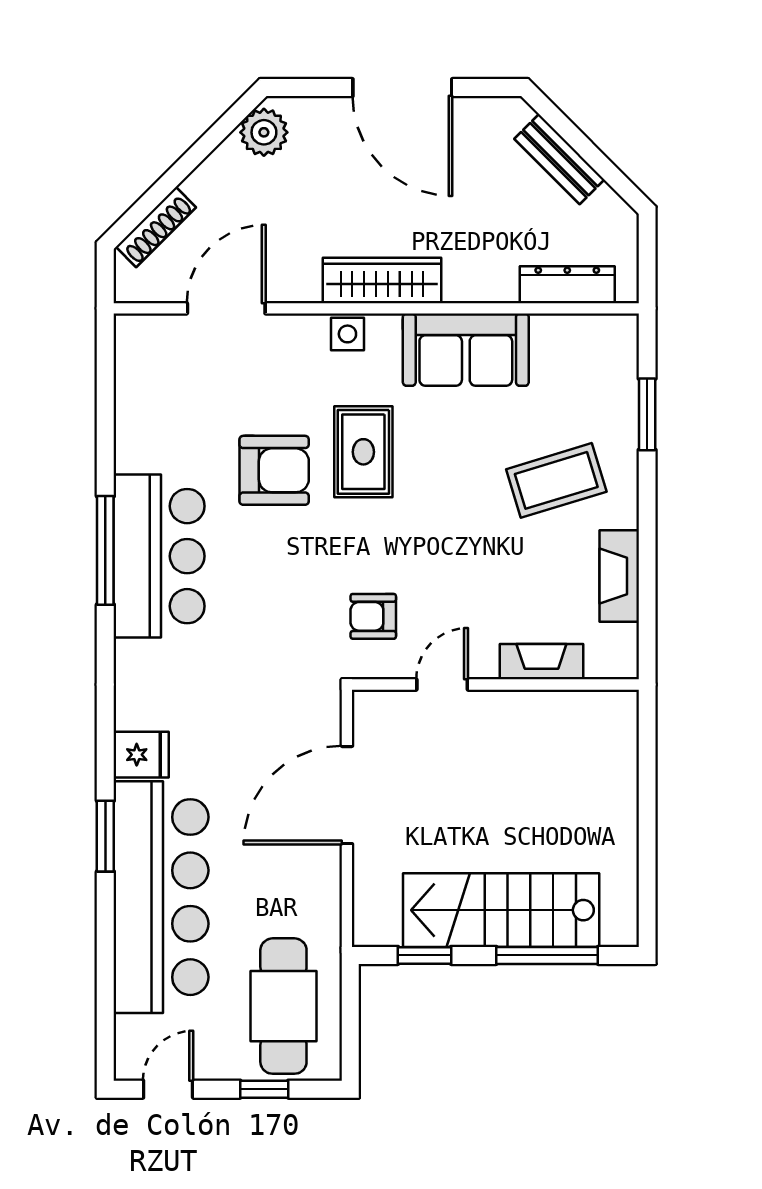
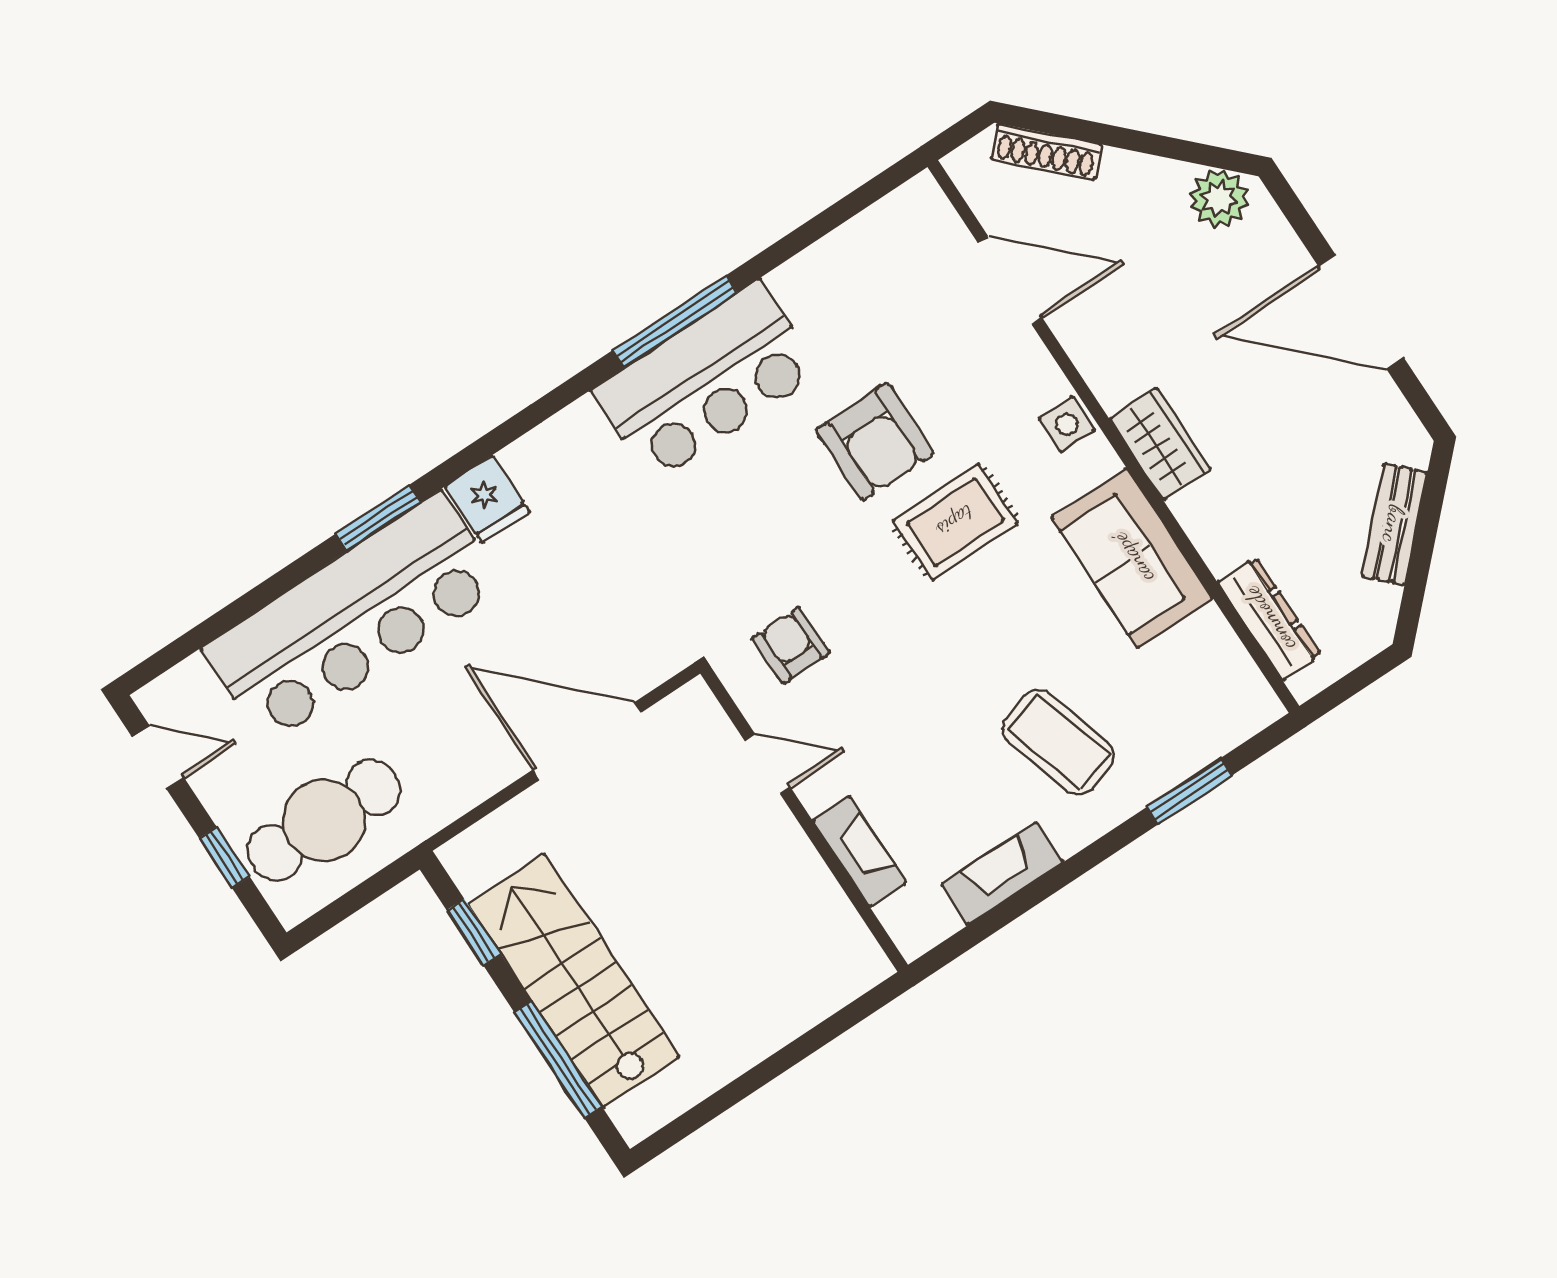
door: (402, 88) -> (1361, 312), hinge flipped
wardrobe: (382, 280) -> (1160, 444), width x0.67

